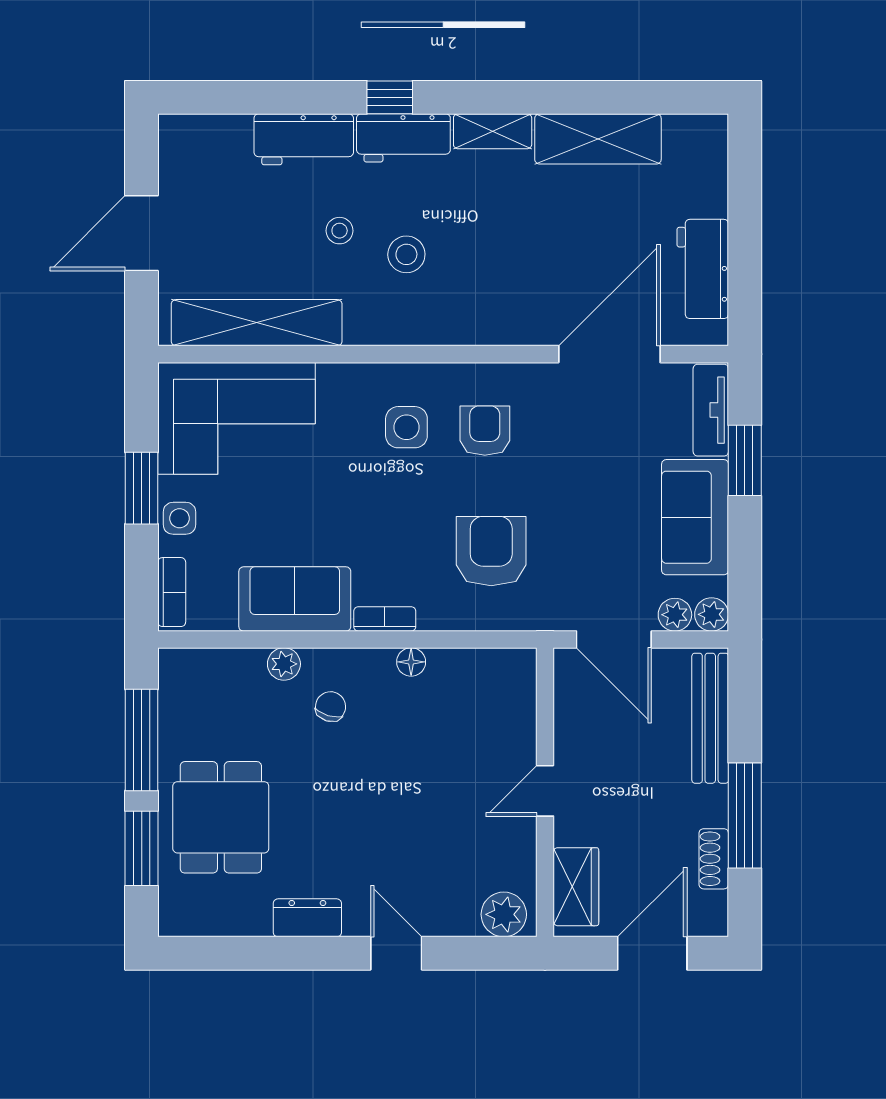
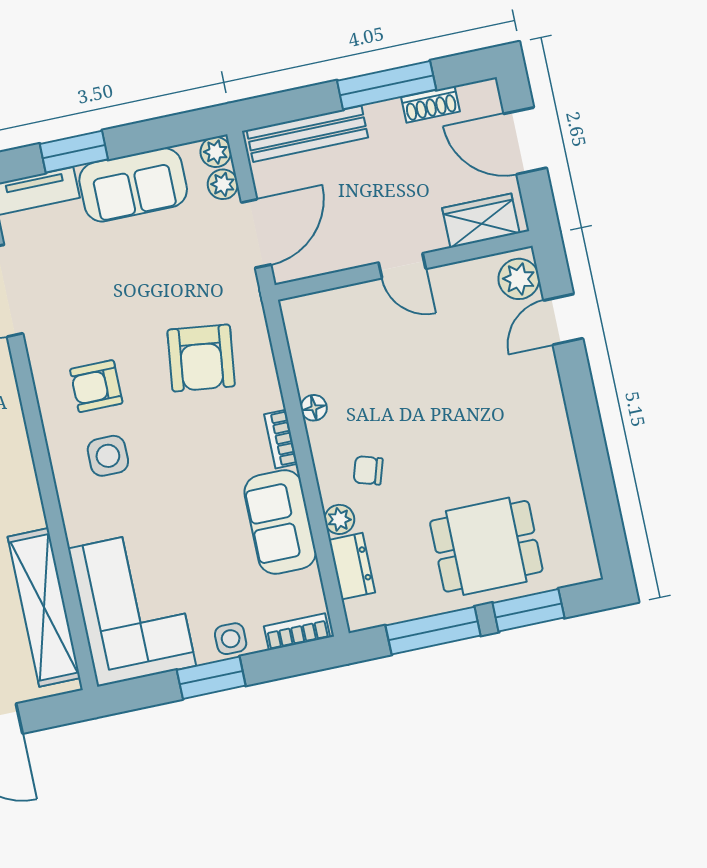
armchair: (491, 551) -> (201, 358), turned -83
dresser: (307, 918) -> (352, 566), moved, turned 180
door: (396, 953) -> (563, 319), moved

